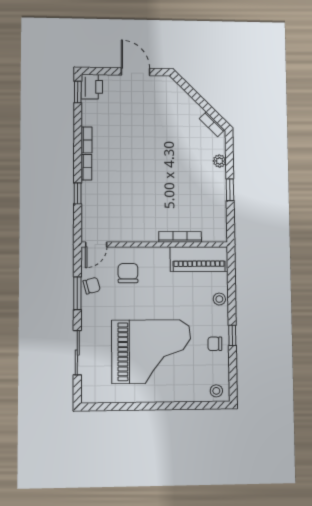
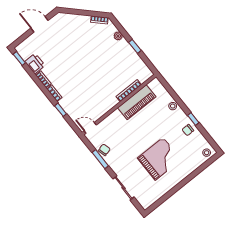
printer: (92, 87) -> (35, 64), moved
door: (96, 244) -> (90, 128), swing flipped
piano: (199, 259) -> (137, 102), moved
chair: (128, 273) -> (117, 129), removed
grand piano: (151, 352) -> (159, 159), width x0.73, depth x0.68

